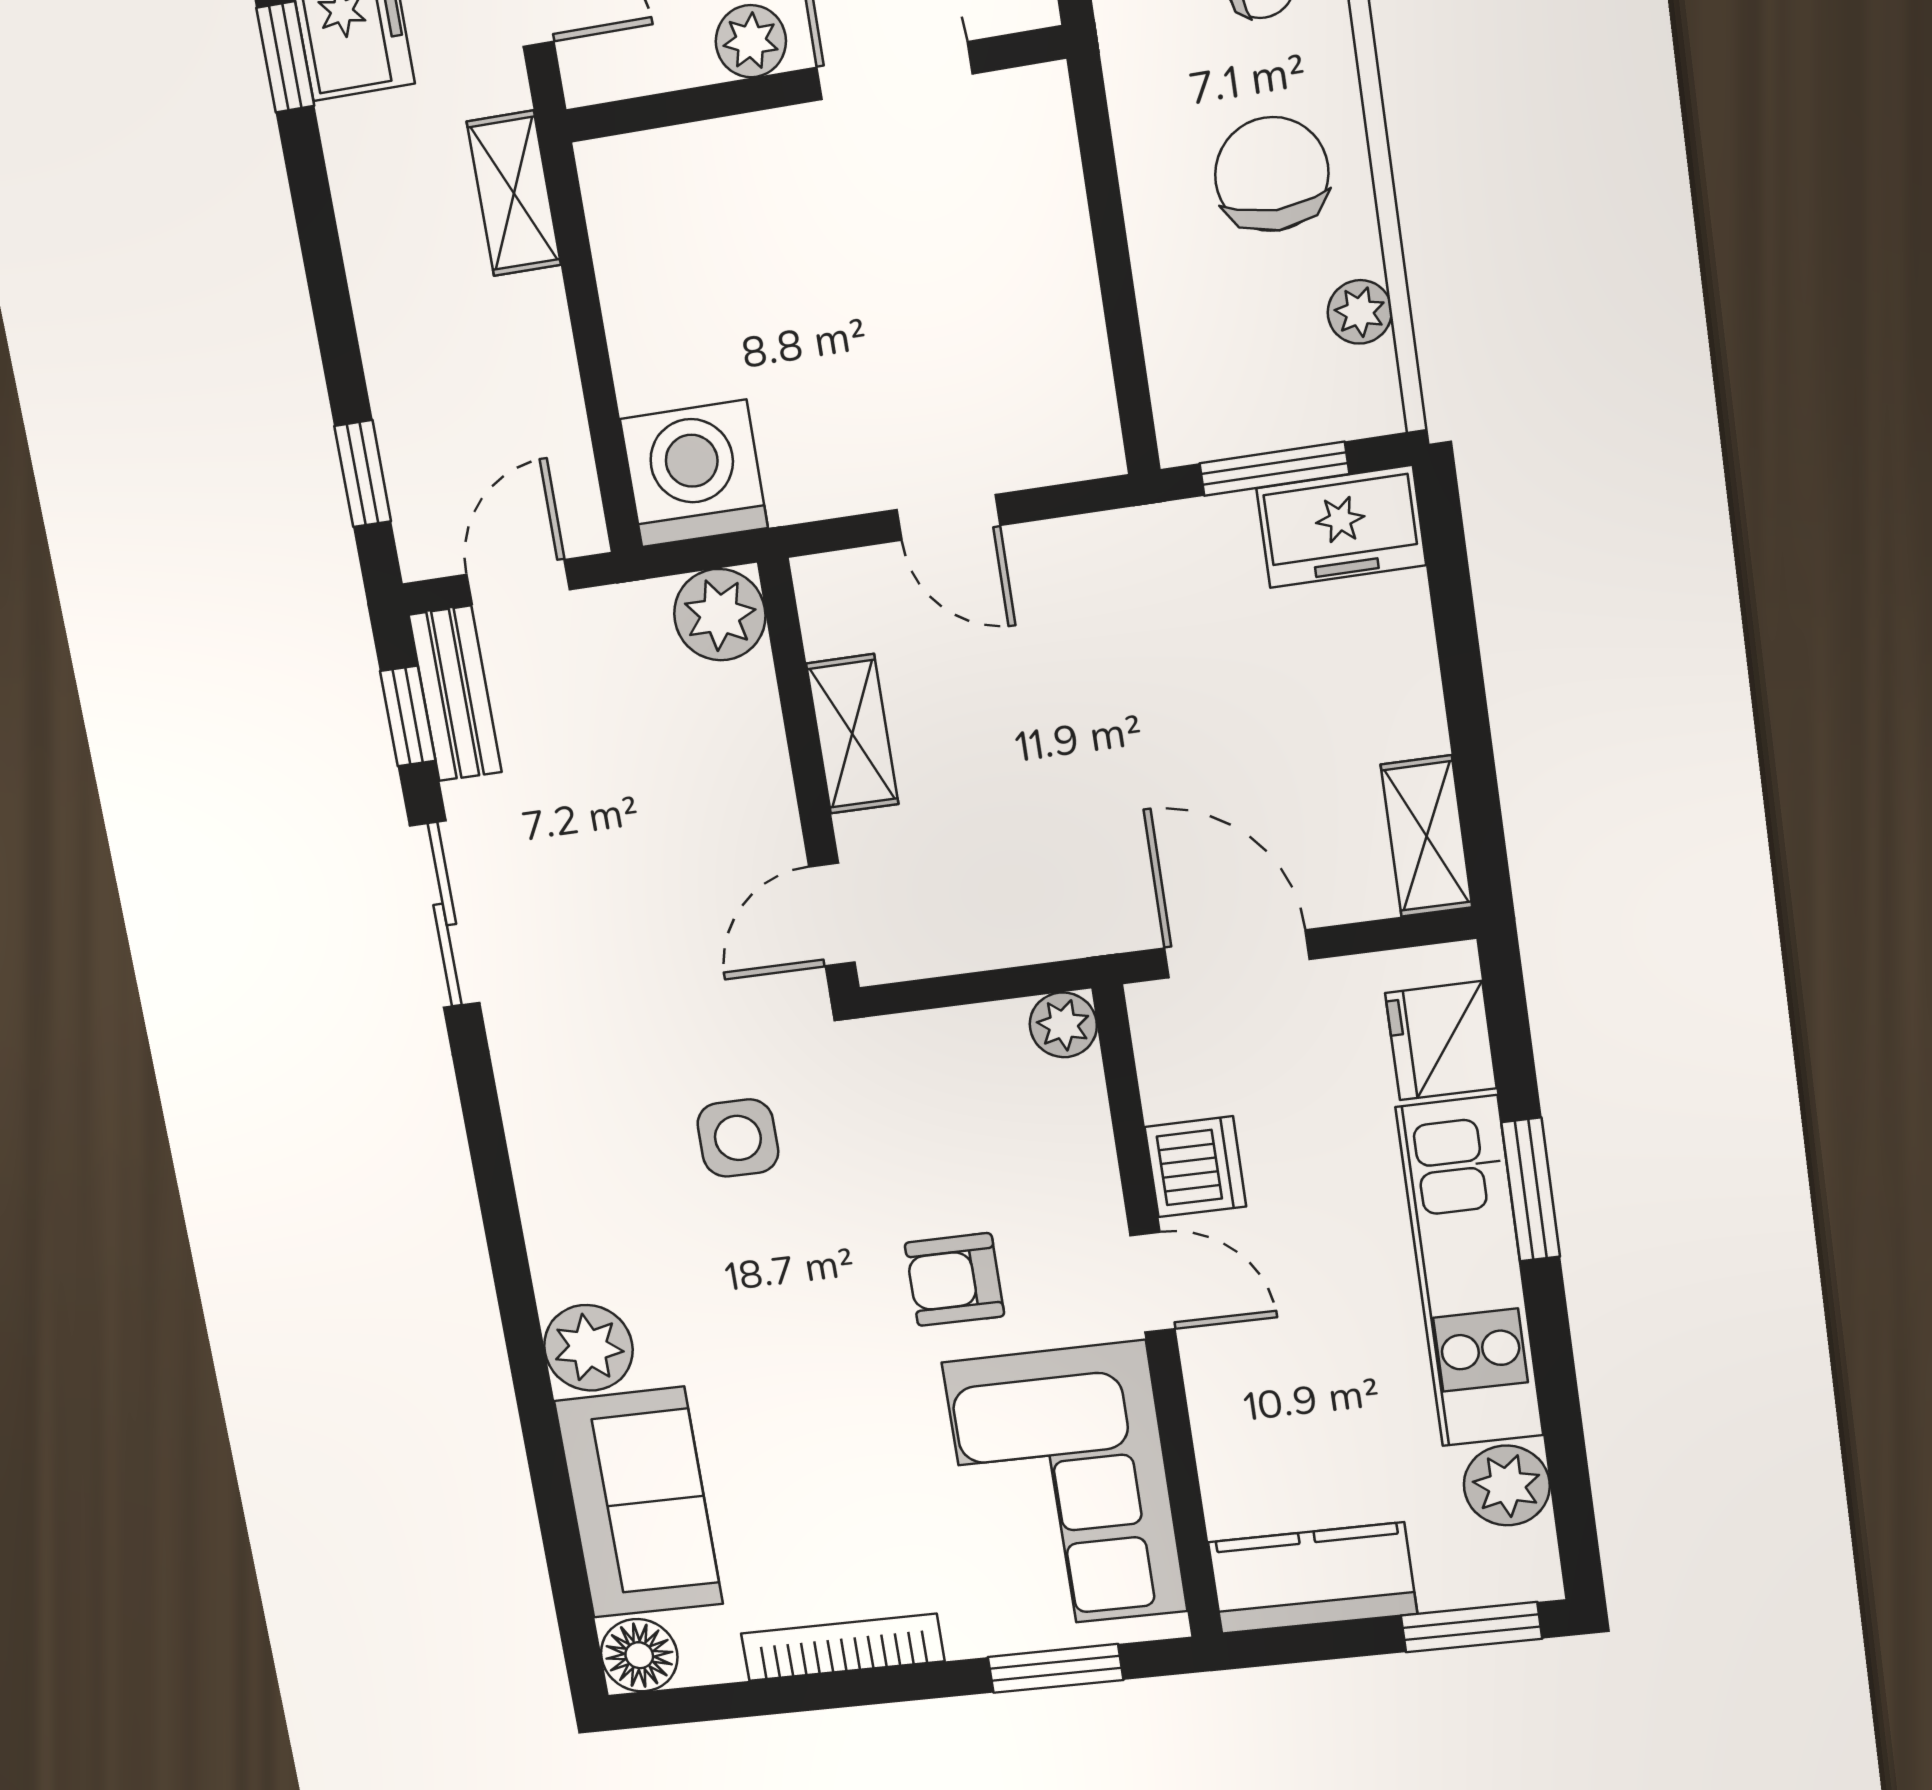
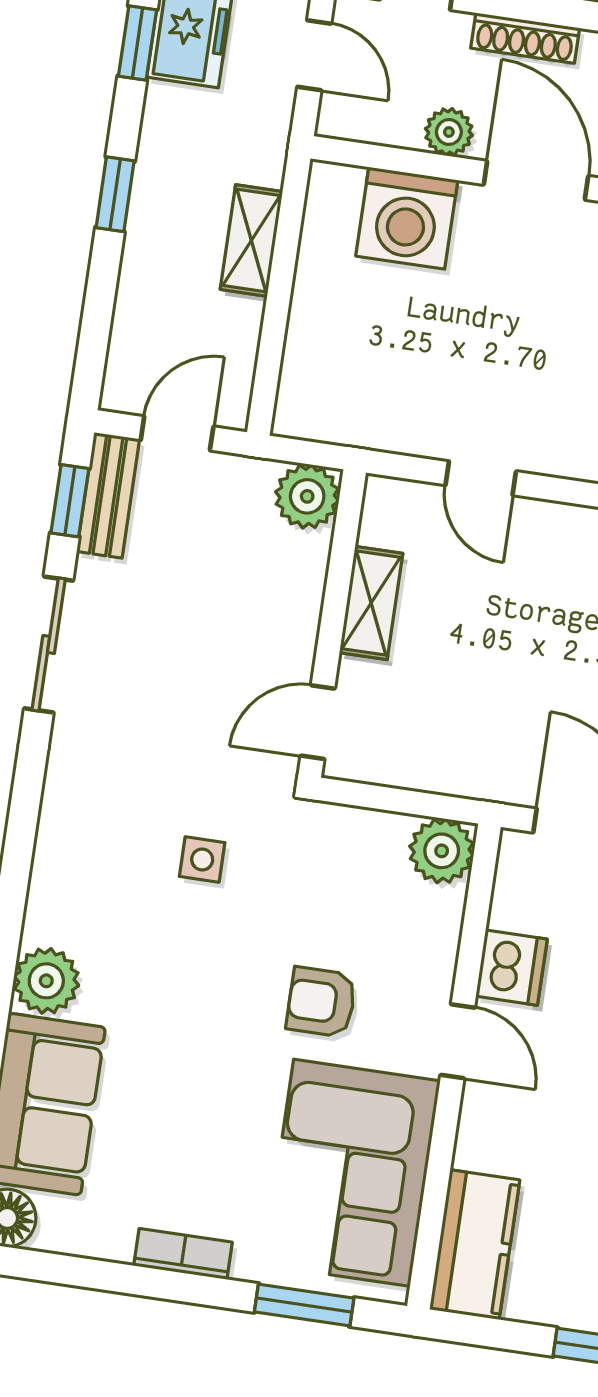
shelving: (514, 193) -> (251, 240), moved
window: (363, 474) -> (115, 194), moved
washing machine: (694, 474) -> (407, 218), moved, turned 180
plant: (1063, 1025) -> (442, 851), width x1.38, depth x1.38
side table: (738, 1138) -> (202, 859), width x0.73, depth x0.73
kitchen counter: (1313, 1578) -> (475, 1245), moved, turned 90
bookcase: (843, 1647) -> (183, 1254), width x0.64

